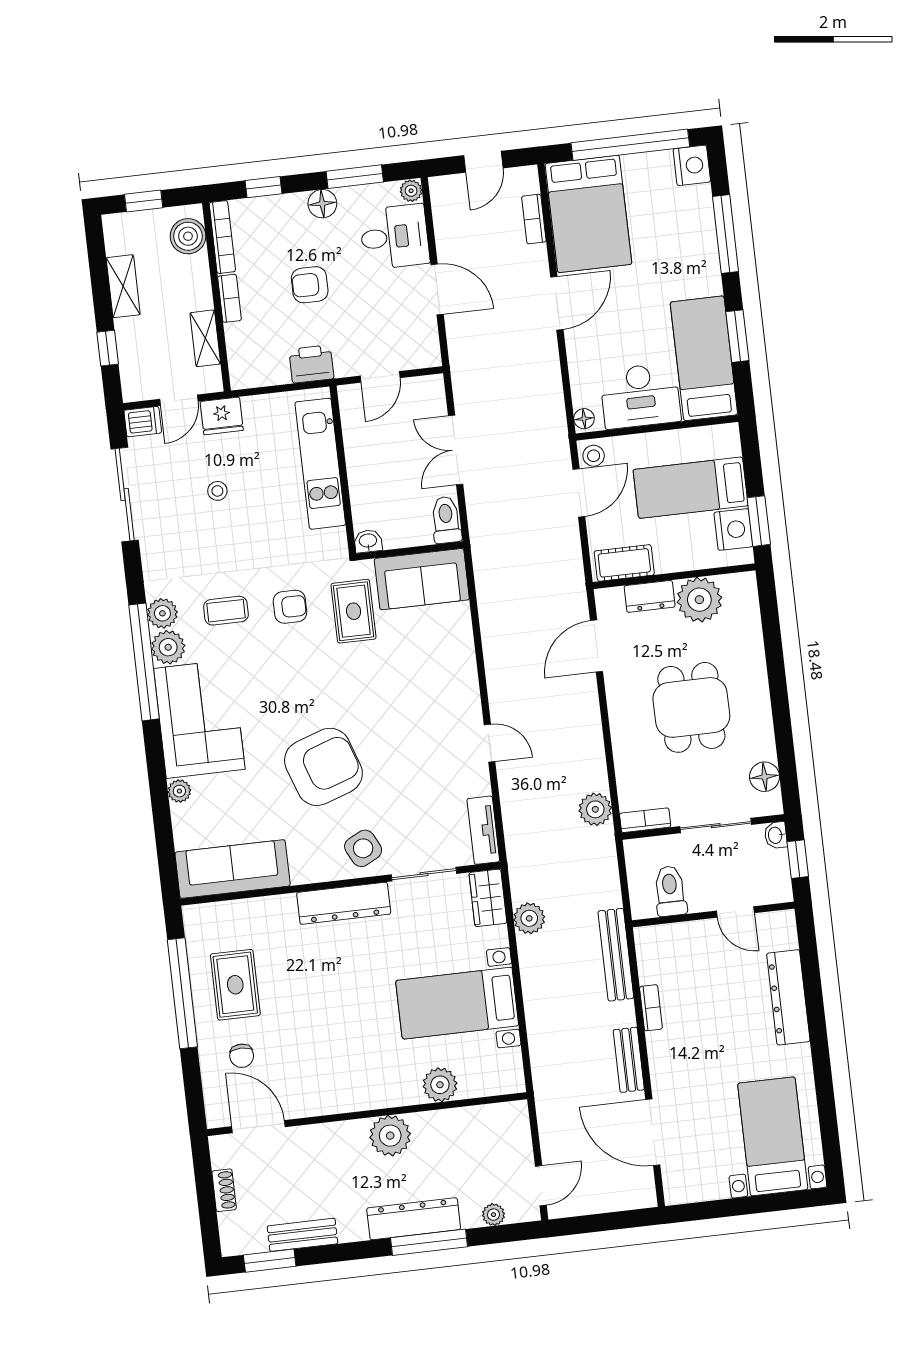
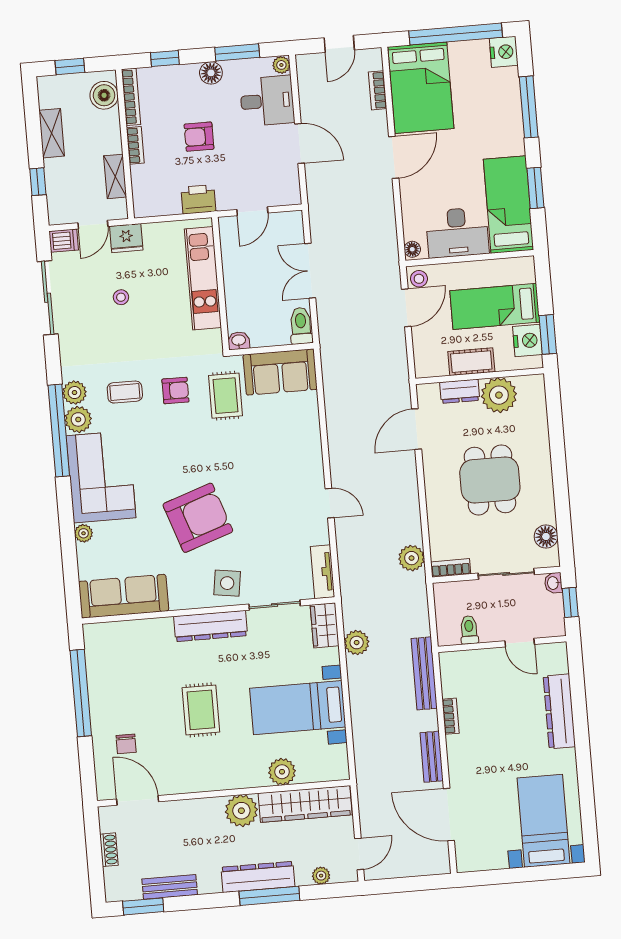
cot: (624, 563) -> (471, 362), moved
side table: (363, 848) -> (227, 583), turned 35
toilet: (670, 891) -> (469, 630), width x0.73, depth x0.72
rug: (235, 985) -> (201, 710), moved
wardrobe: (470, 1125) -> (305, 804), added

